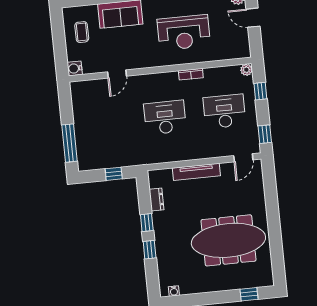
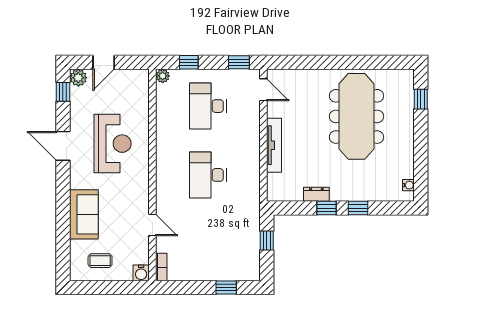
bookcase: (191, 74) -> (161, 267), moved
window: (70, 143) -> (226, 288), width x0.46
dresser: (157, 199) -> (316, 194), moved

